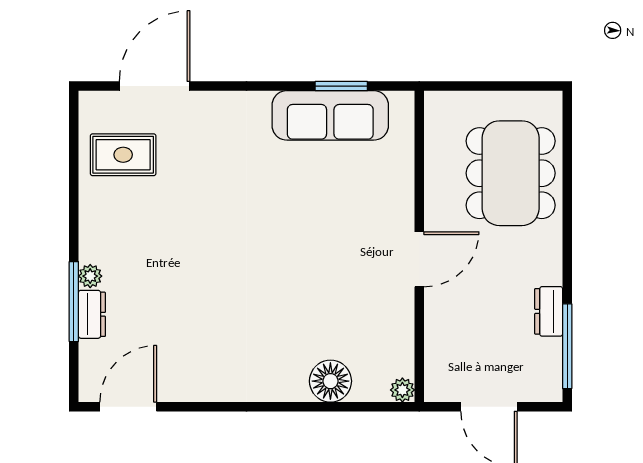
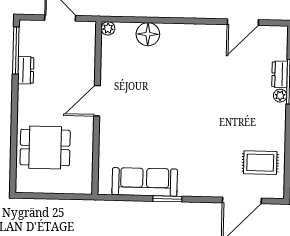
window: (341, 86) -> (167, 199), moved
dining table: (511, 173) -> (45, 148), width x0.73
door: (128, 407) -> (243, 22), moved

